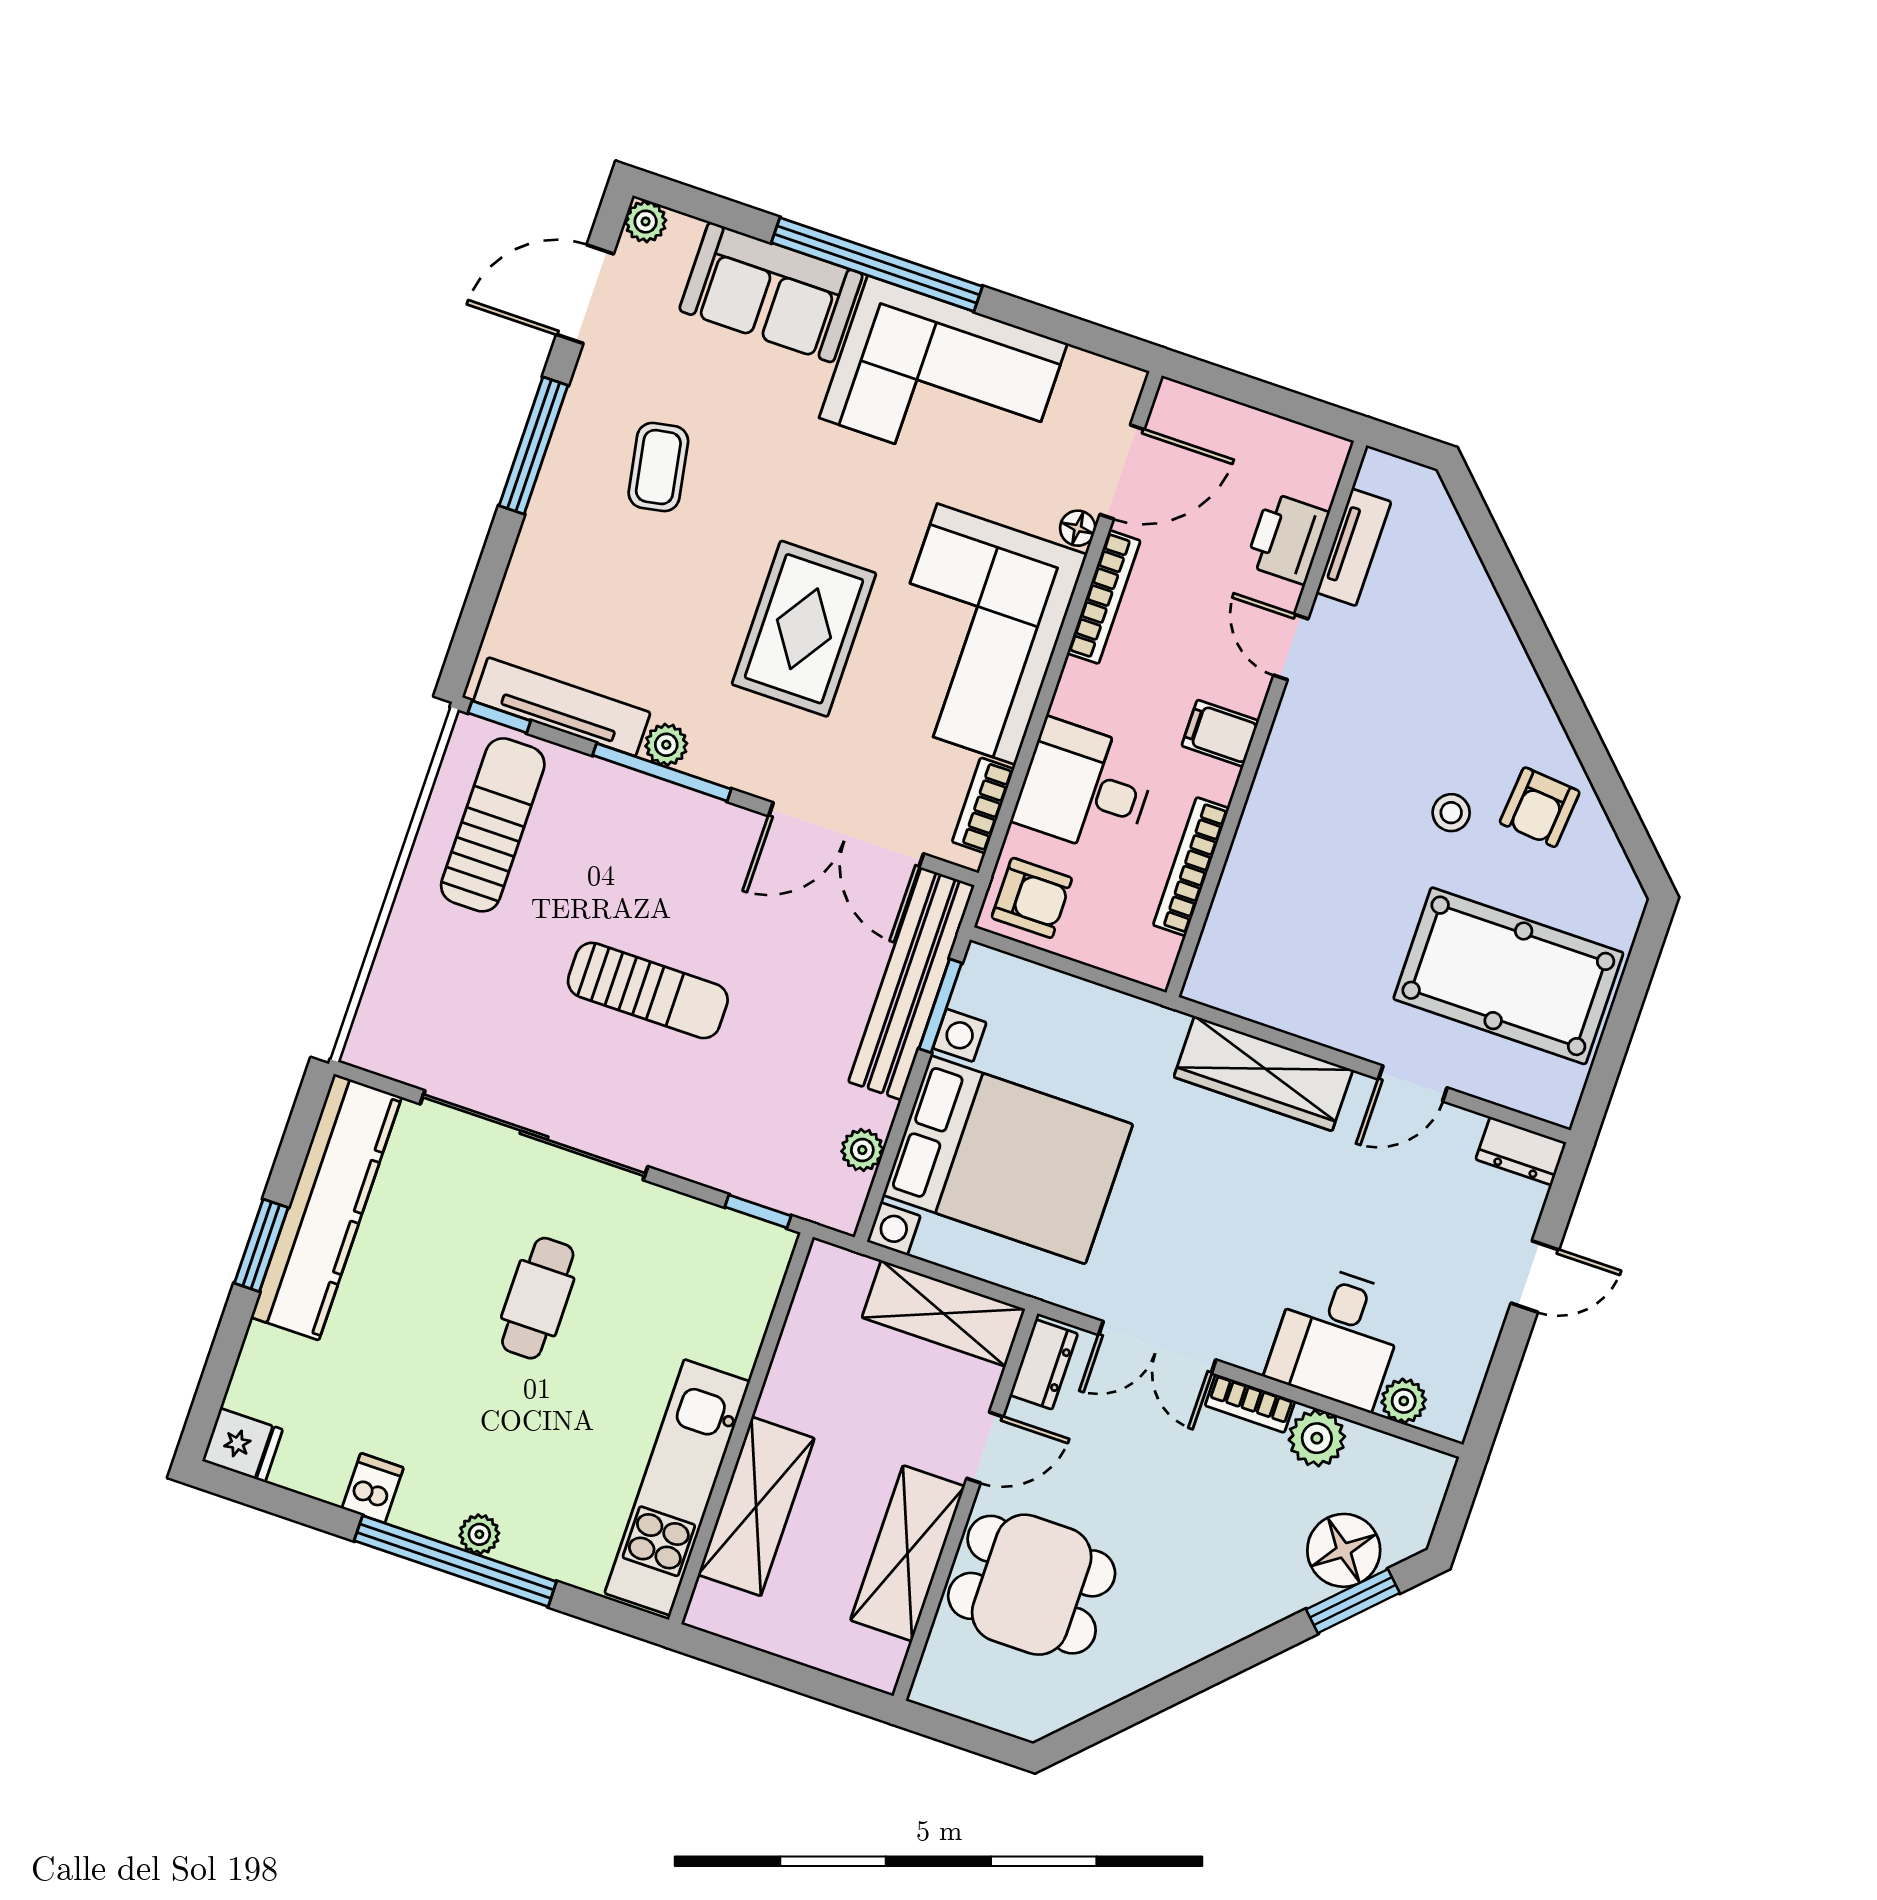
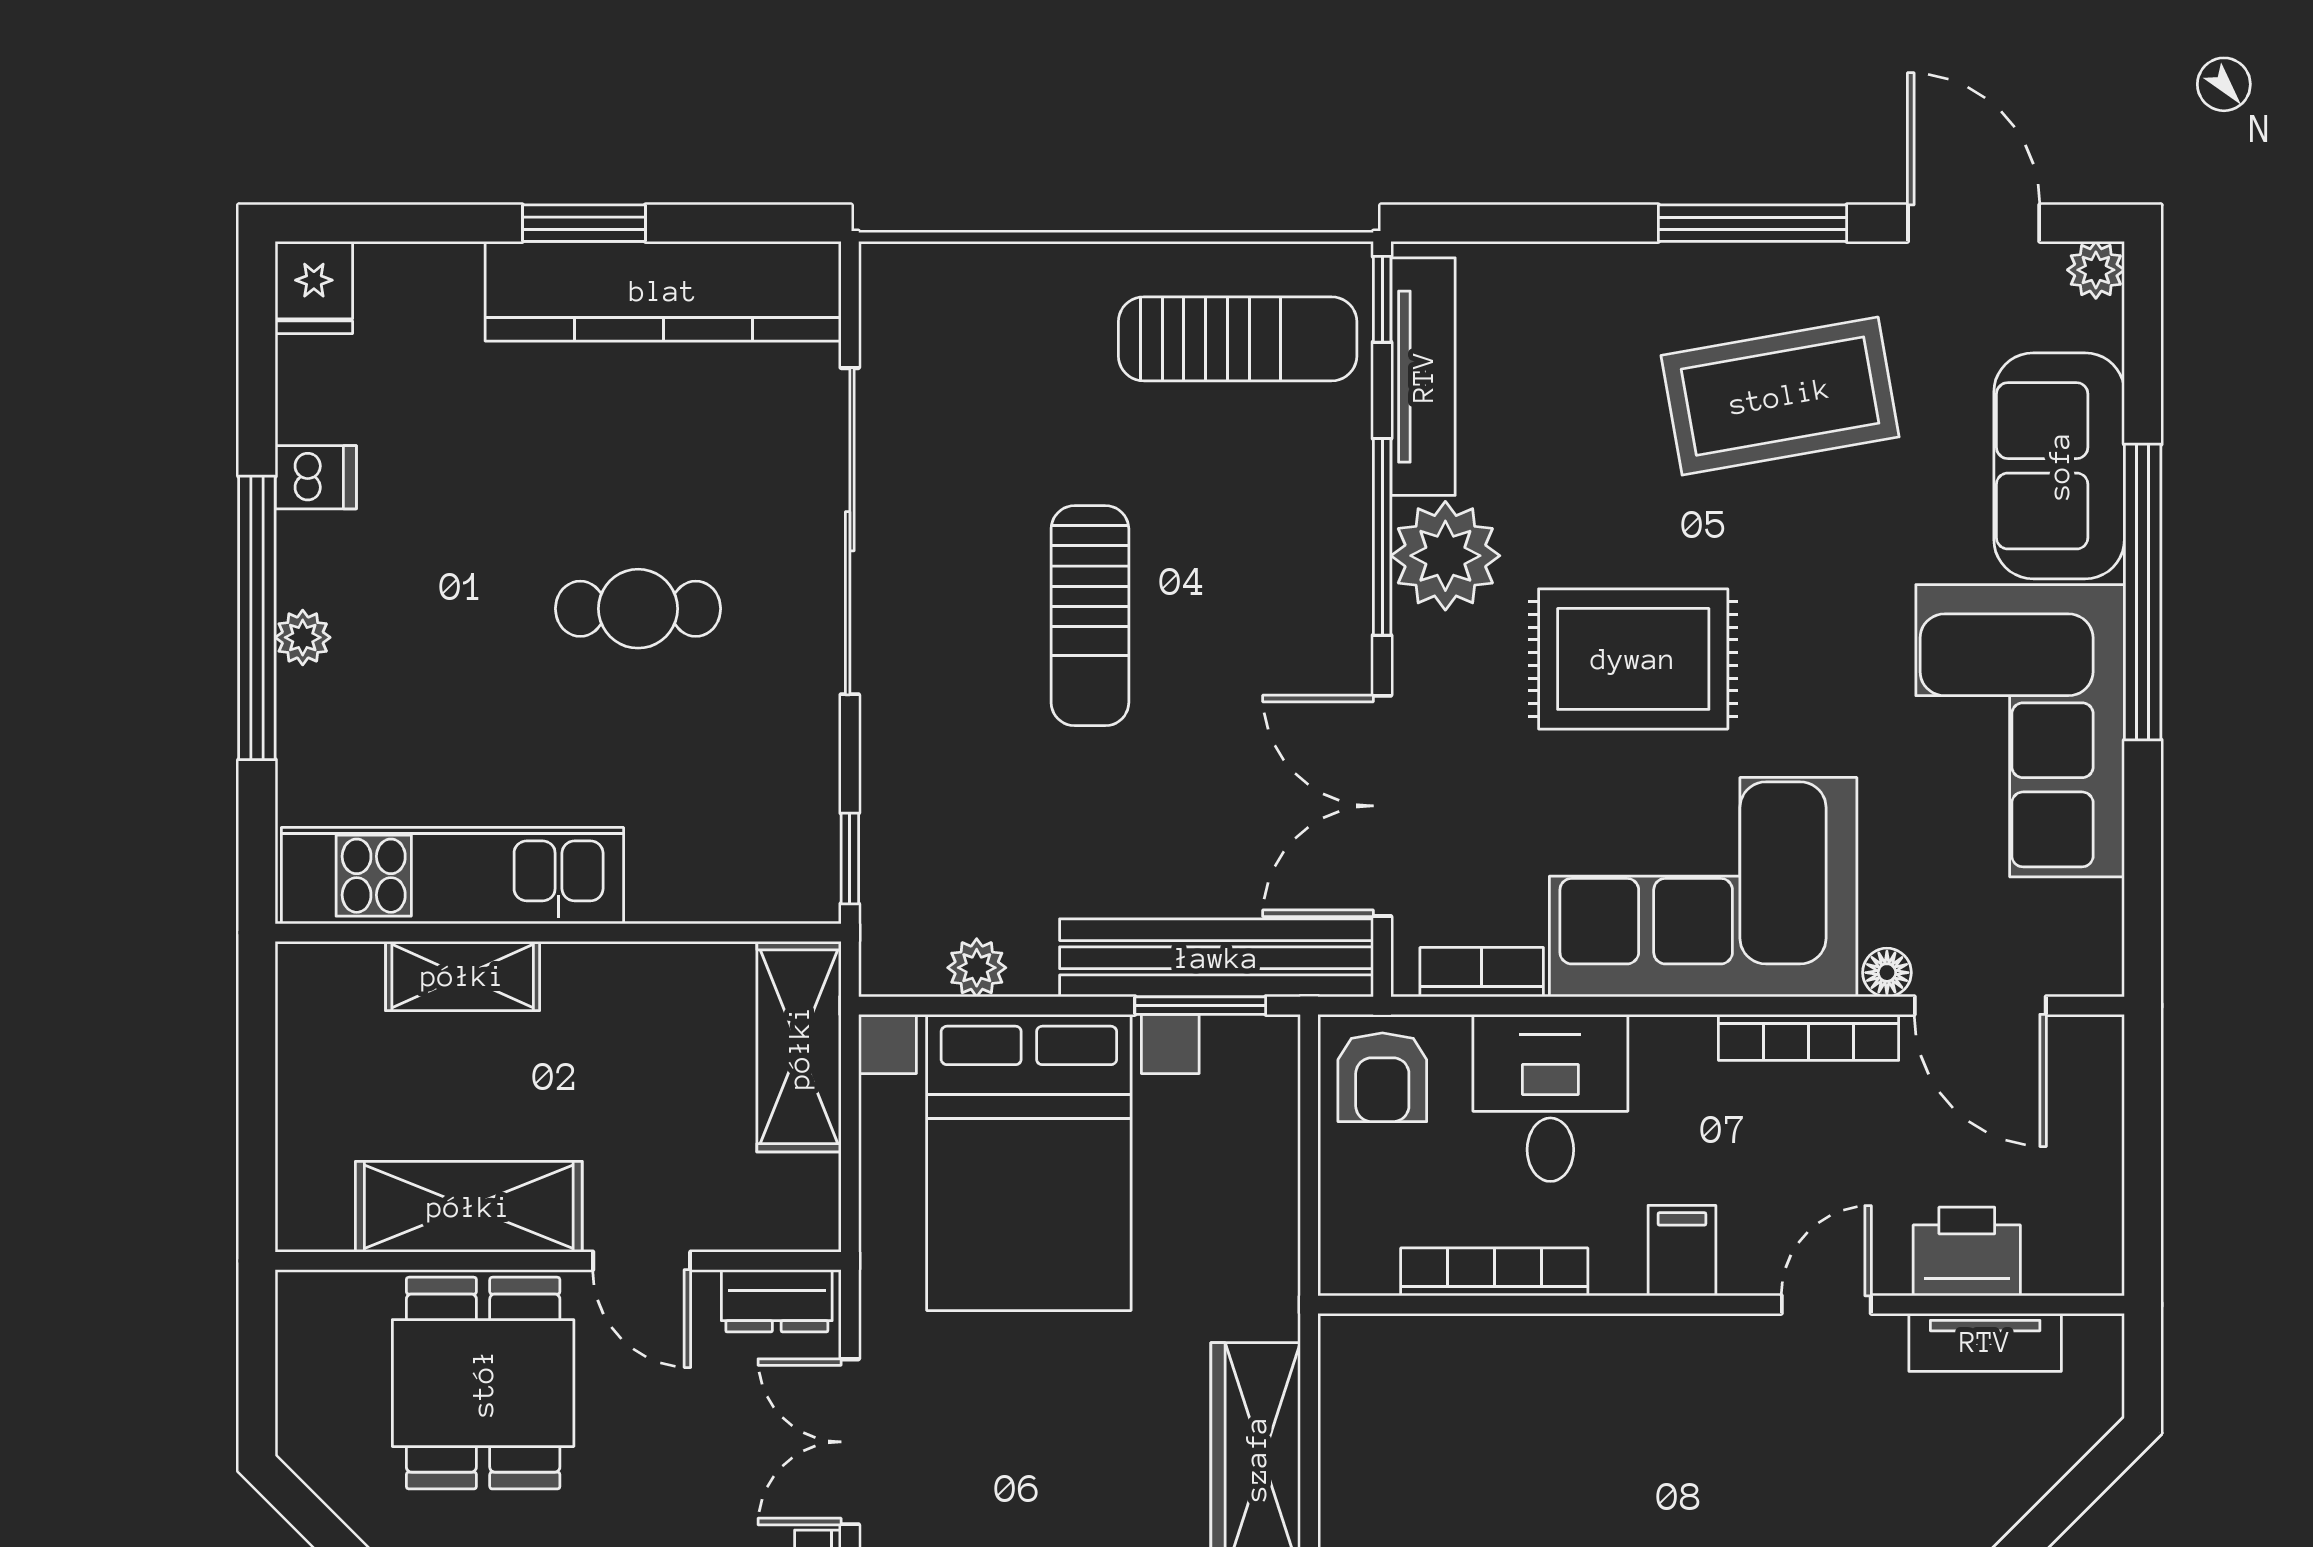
coffee table: (658, 467) -> (1780, 396), width x1.86, depth x1.72
plant: (666, 745) -> (1445, 556), width x1.87, depth x1.87
shelving: (943, 1313) -> (799, 1047), moved
shelving: (756, 1506) -> (463, 976), width x0.67, depth x0.75

